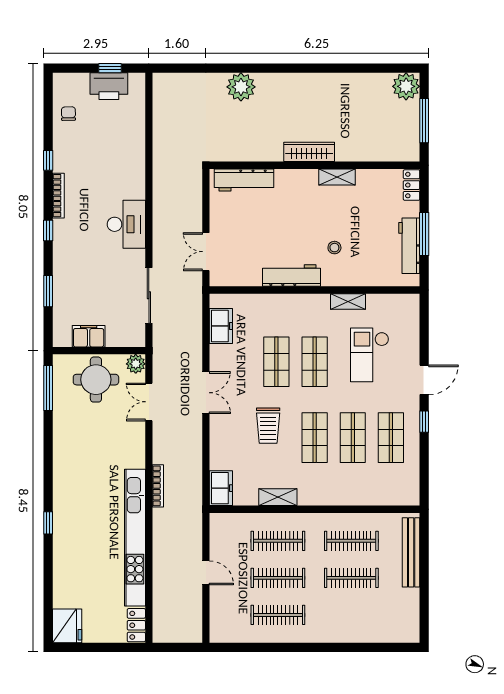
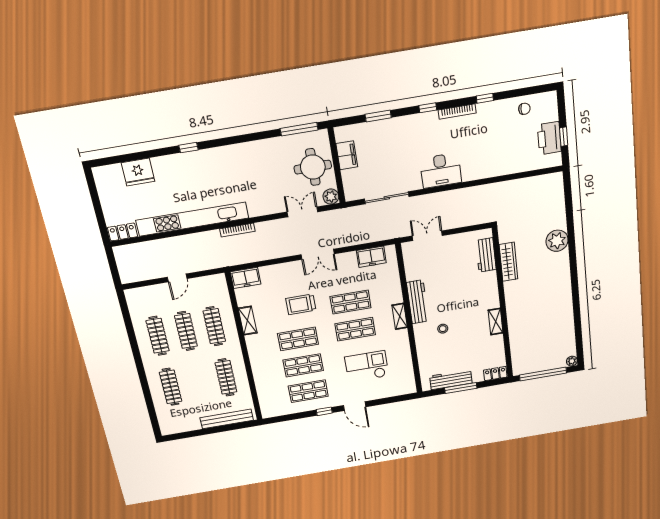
plant: (406, 86) -> (572, 361), width x0.53, depth x0.53
window: (424, 121) -> (543, 374), width x1.46
wardrobe: (309, 152) -> (508, 262), moved
workbench: (244, 180) -> (486, 255), width x0.73
shelving: (348, 301) -> (400, 316), moved
clothes rail: (351, 578) -> (171, 387), moved
fridge: (67, 626) -> (138, 172), moved

